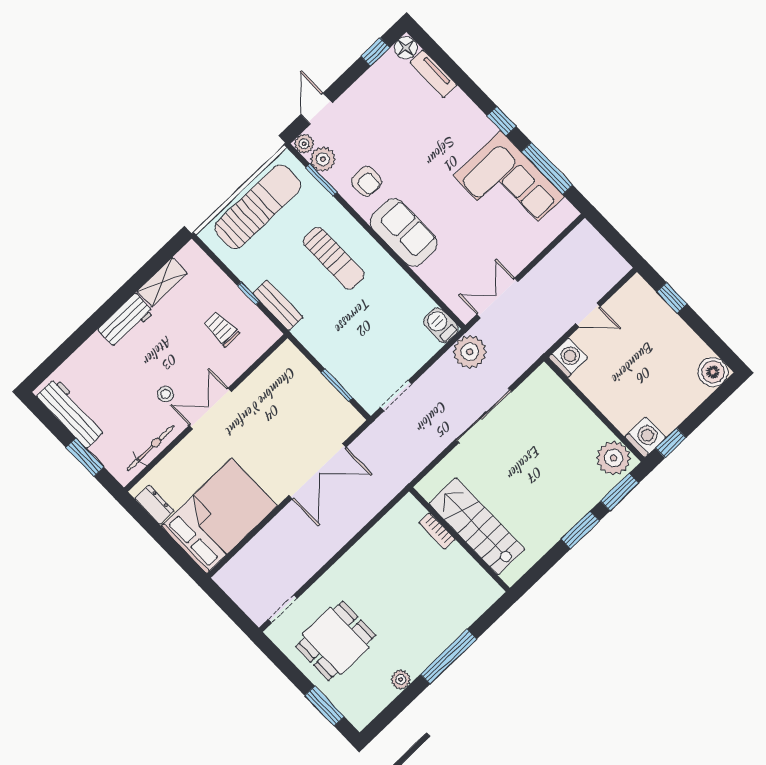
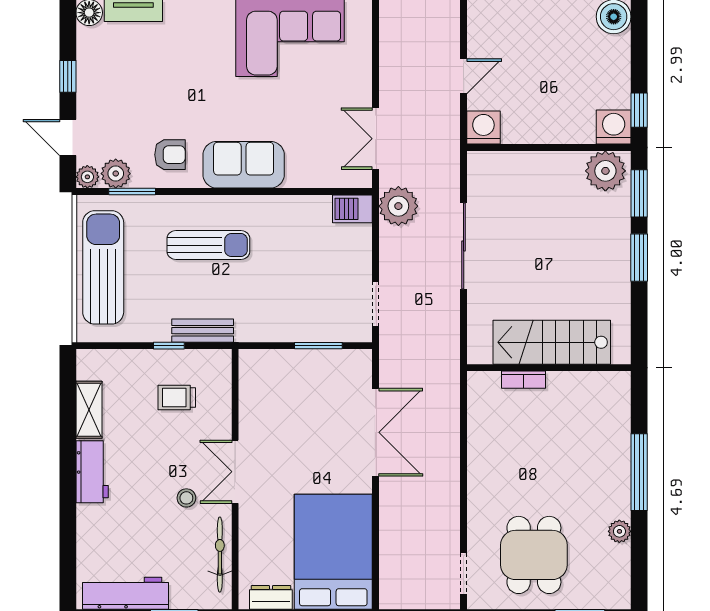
window: (375, 52) -> (68, 76), moved

